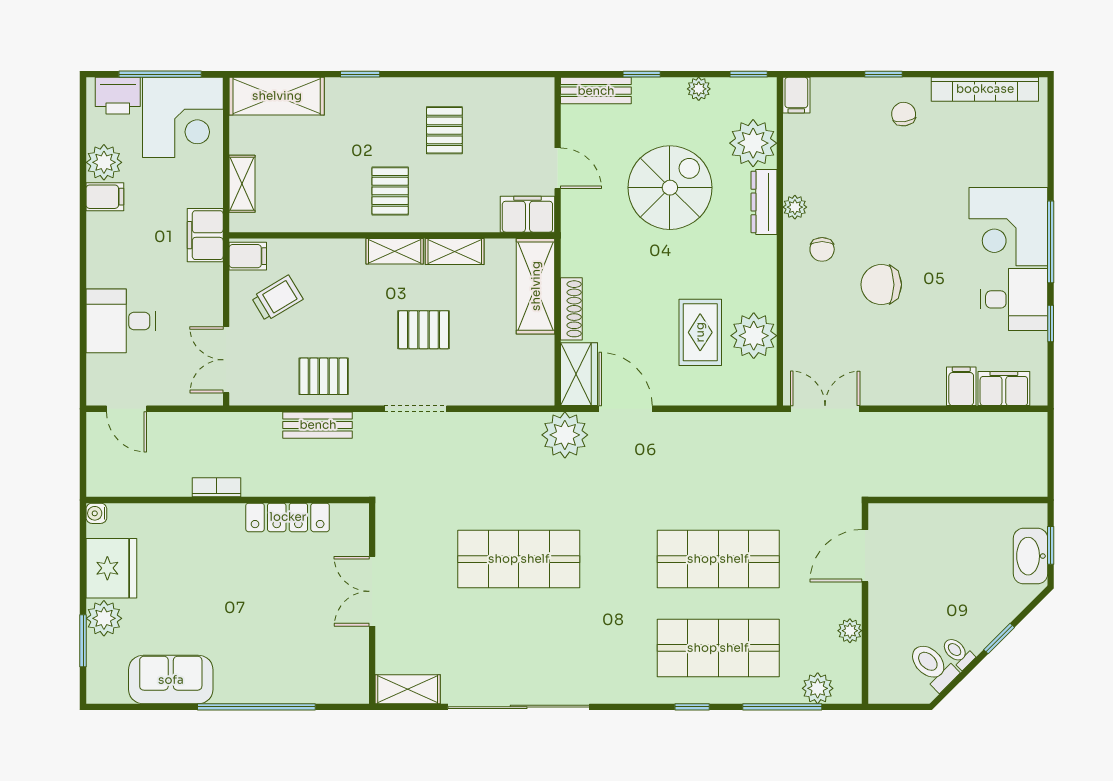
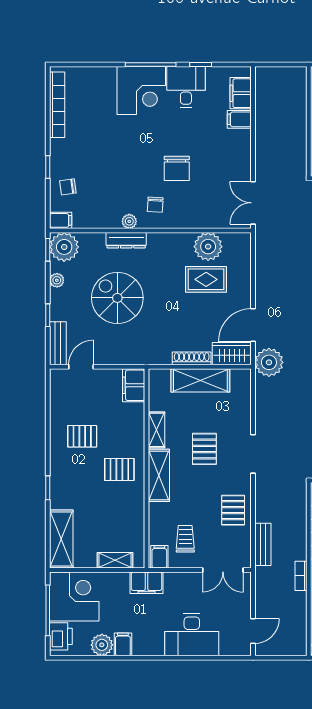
chair: (904, 114) -> (68, 187), moved
plant: (753, 143) -> (64, 247), moved
door: (558, 168) -> (81, 367), moved
chair: (822, 249) -> (155, 205), turned 93
shelving: (395, 251) -> (159, 475), width x1.50, depth x1.33
shelving: (536, 286) -> (200, 380), moved
trolley: (277, 298) -> (185, 539), turned 31
desk: (121, 321) -> (192, 635), width x1.37
bench: (318, 425) -> (263, 544), moved

